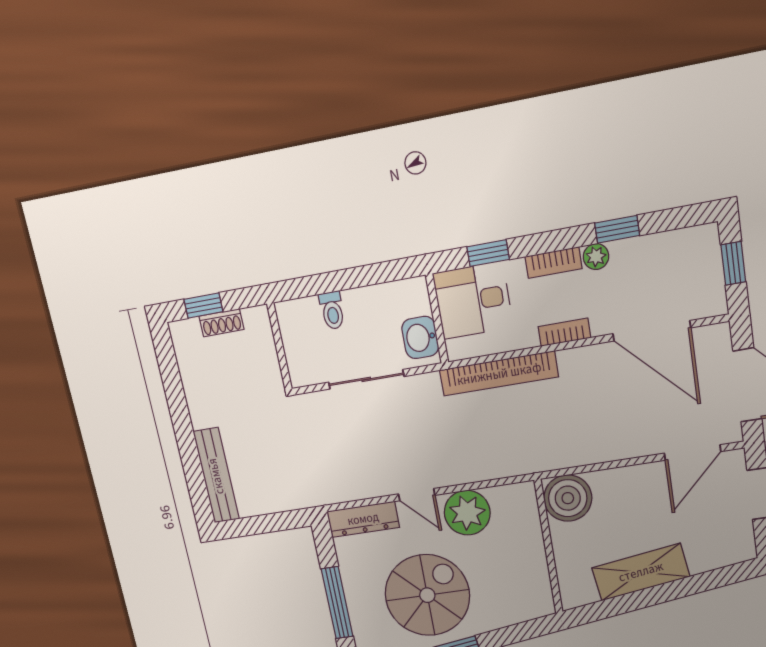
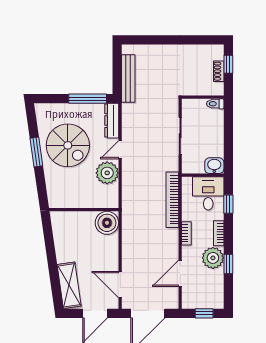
plant: (596, 257) -> (213, 258), width x1.88, depth x1.88
toilet: (332, 310) -> (215, 104), moved
door: (652, 331) -> (180, 273), width x0.73
washbasin: (420, 337) -> (214, 166), moved
bench: (216, 476) -> (128, 78), moved, turned 90
shelving: (641, 572) -> (69, 285), moved
window: (337, 603) -> (88, 99), moved

